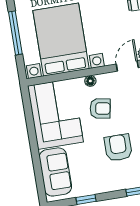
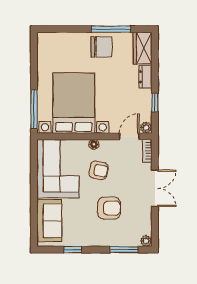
window: (15, 33) -> (34, 109), moved
armchair: (118, 148) -> (109, 208), turned 90

